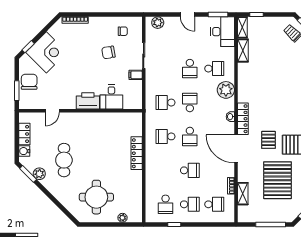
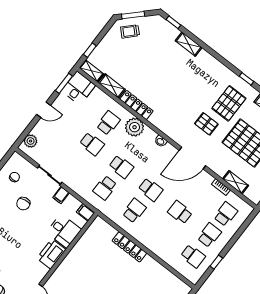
desk: (223, 32) -> (78, 88), width x0.73
filing cabinet: (137, 102) -> (85, 212), added
school desk: (190, 103) -> (121, 167), turned 180
locker: (243, 119) -> (136, 105), moved
school desk: (166, 136) -> (134, 211), turned 180
school desk: (190, 170) -> (180, 212), turned -90

